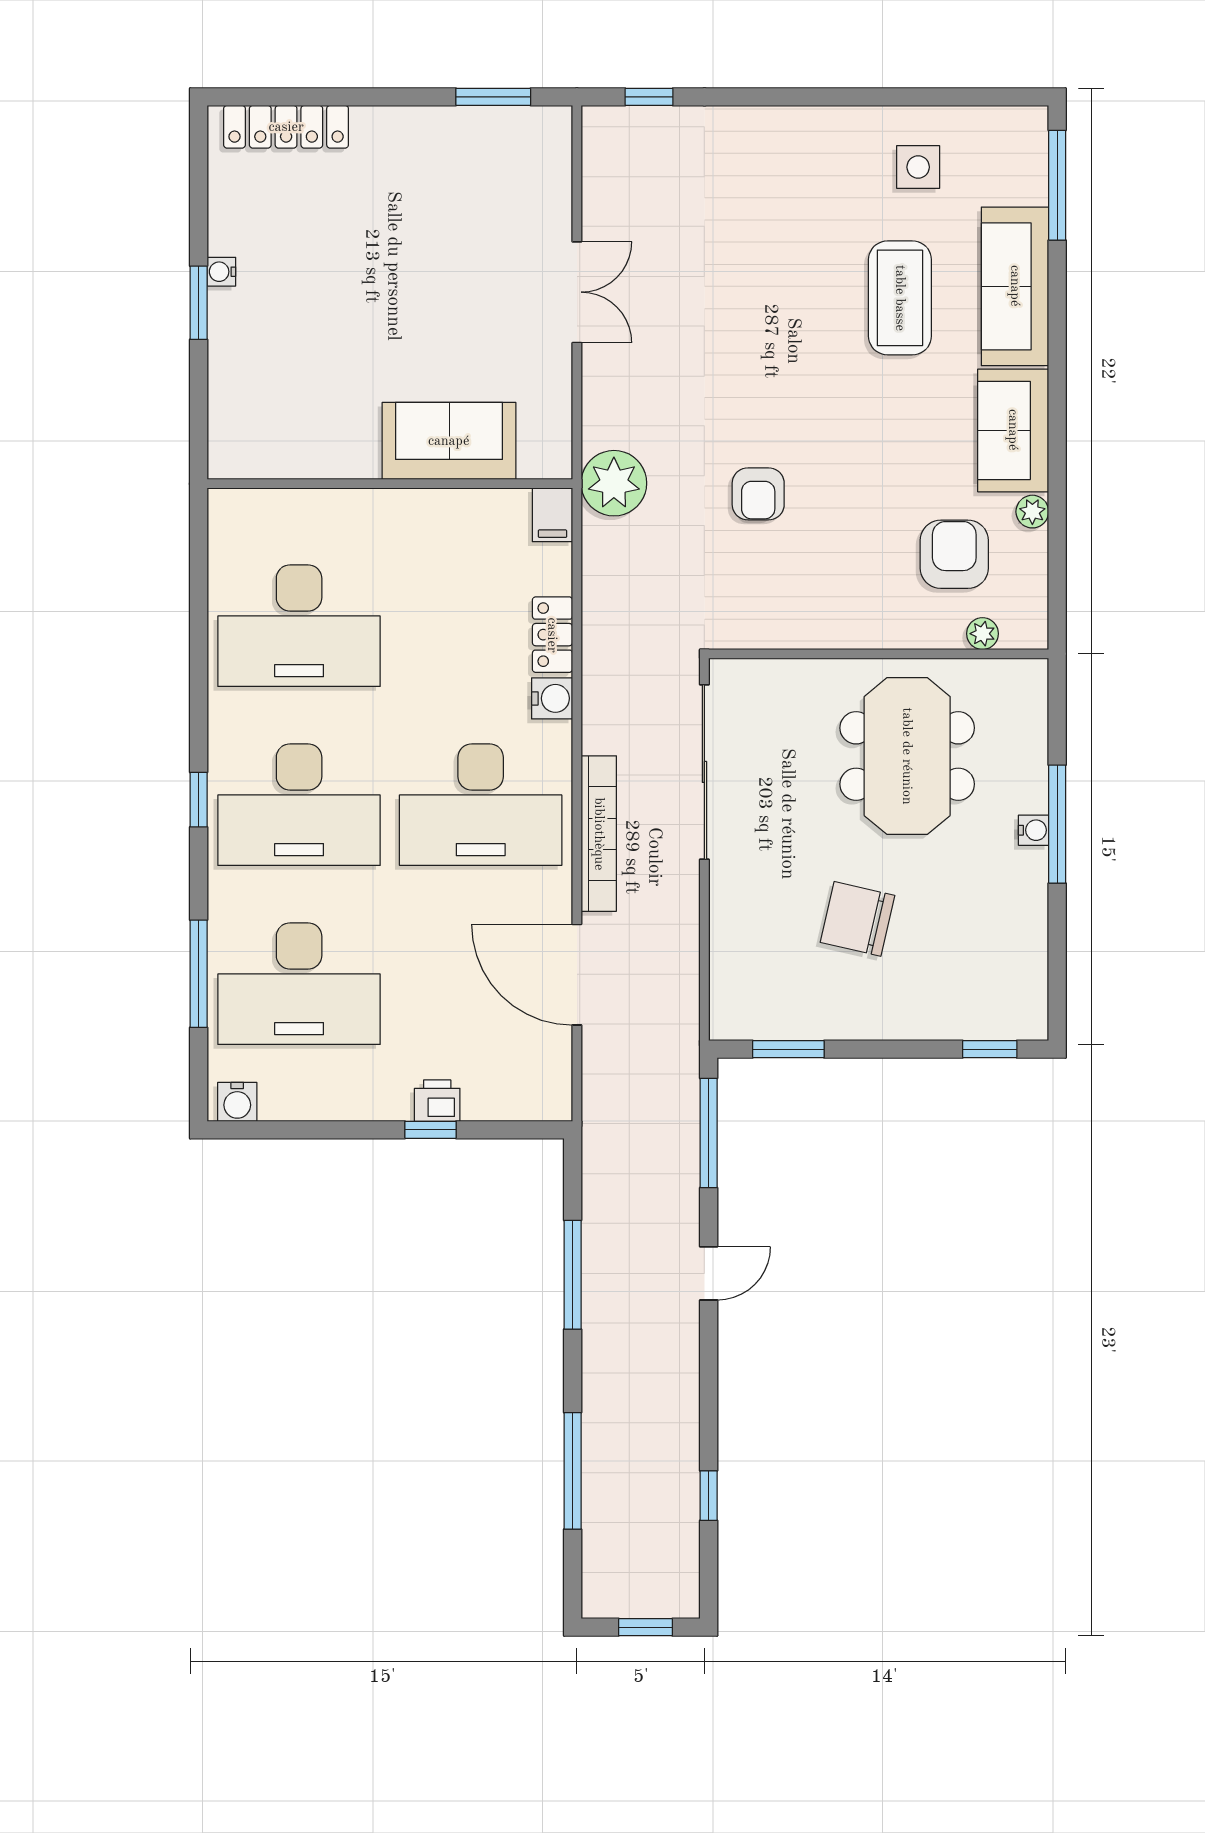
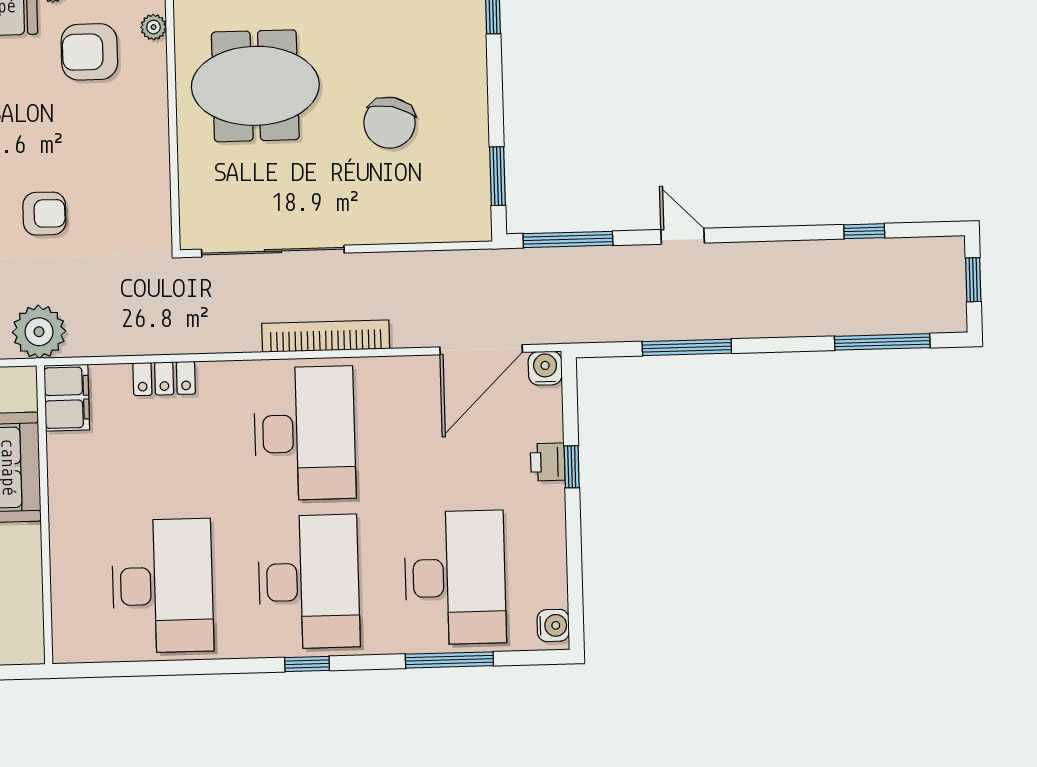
filing cabinet: (552, 515) -> (67, 398), width x2.00
water cooler: (552, 698) -> (545, 368), moved
door: (577, 975) -> (481, 350), moved
window: (573, 1471) -> (882, 342), moved

